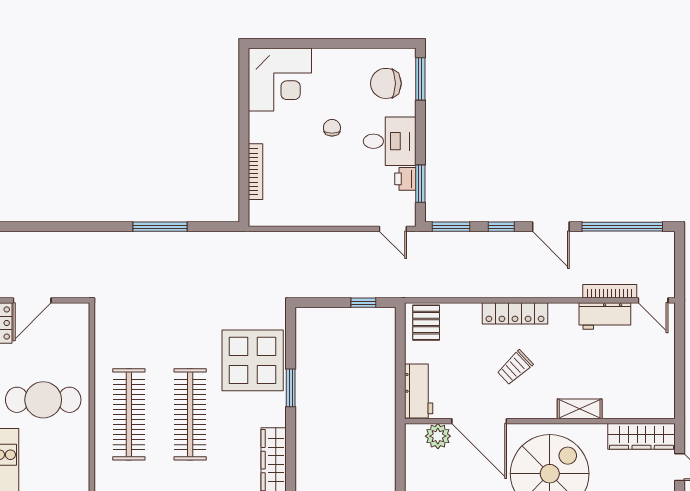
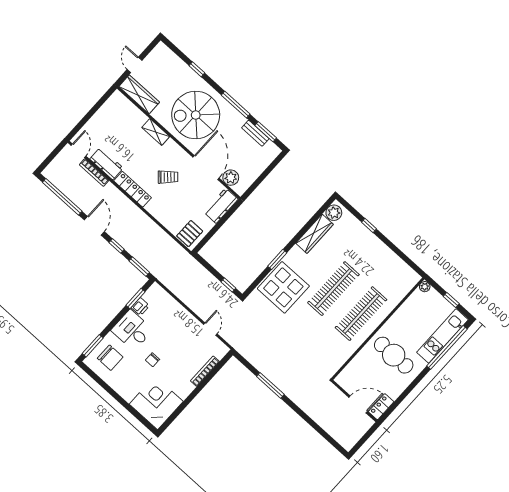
door: (393, 229) -> (210, 329), moved
window: (363, 303) -> (228, 285), moved
locker: (515, 313) -> (133, 189), moved

